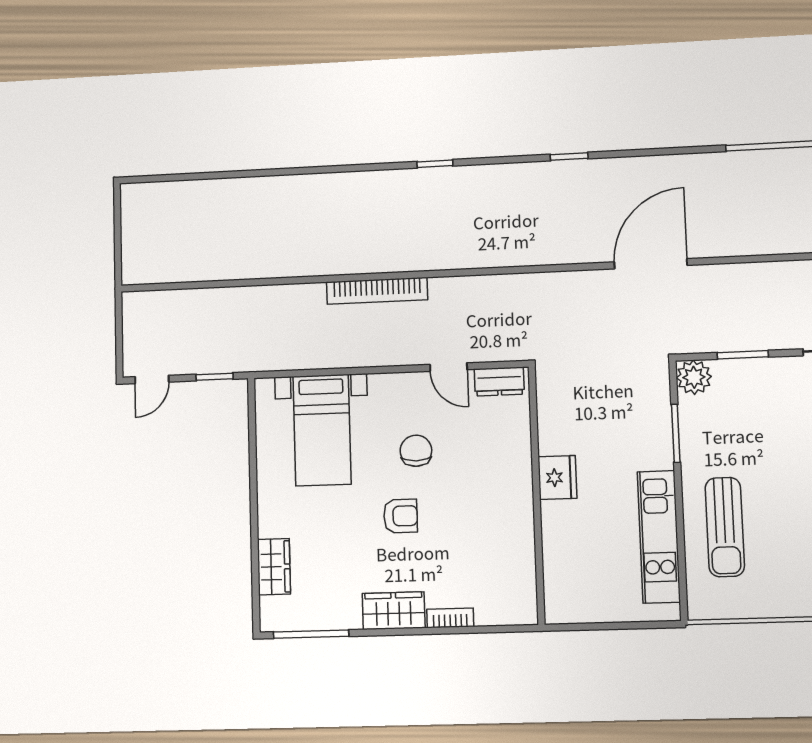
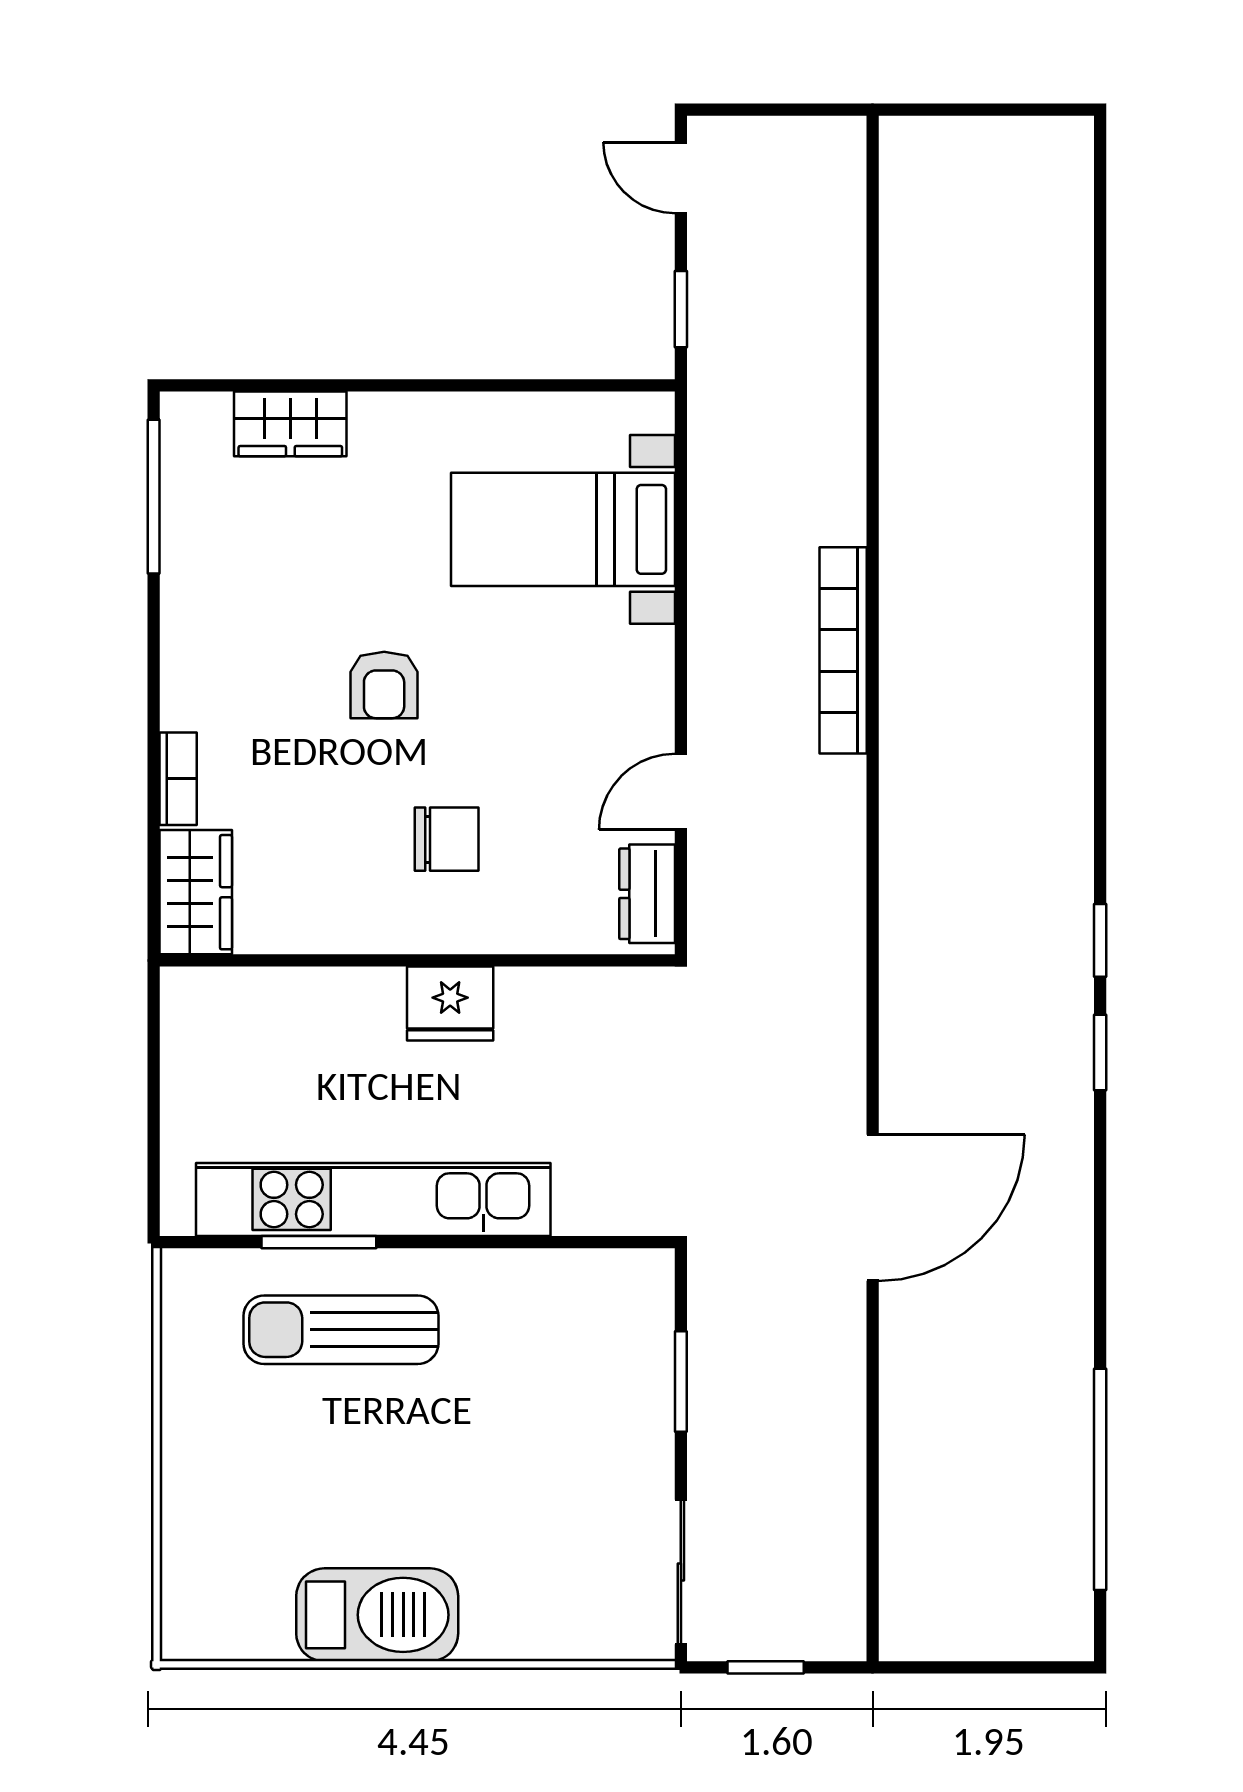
window: (435, 164) -> (1100, 940), moved
door: (651, 264) -> (873, 1208), hinge flipped
plant: (694, 377) -> (640, 1283), removed
window: (676, 433) -> (319, 1242), moved
chair: (416, 451) -> (447, 839), moved
kitchen unit: (659, 537) -> (373, 1199), width x1.36
wardrobe: (394, 611) -> (196, 892), moved

